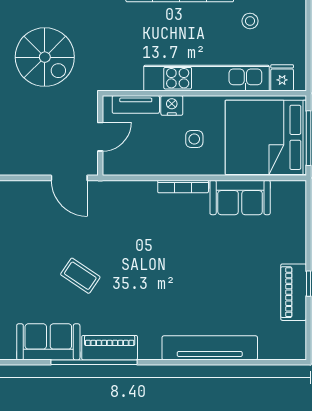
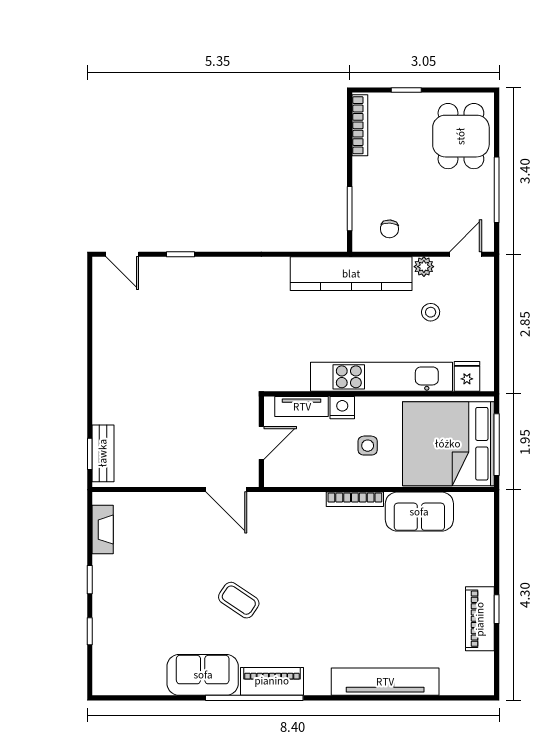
spiral stairs: (45, 57) -> (199, 353), removed

